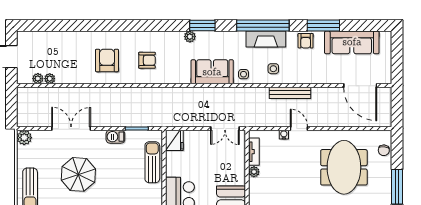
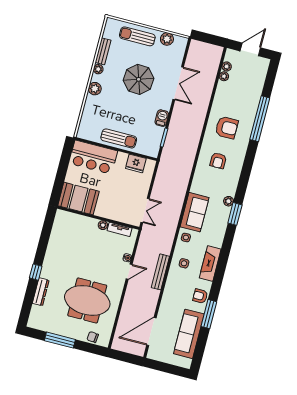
window: (263, 26) -> (260, 119), moved
double door: (225, 128) -> (145, 210), swing flipped
plant: (24, 138) -> (167, 39), moved
fridge: (174, 140) -> (136, 163), moved
sun lounger: (152, 162) -> (119, 138), moved

